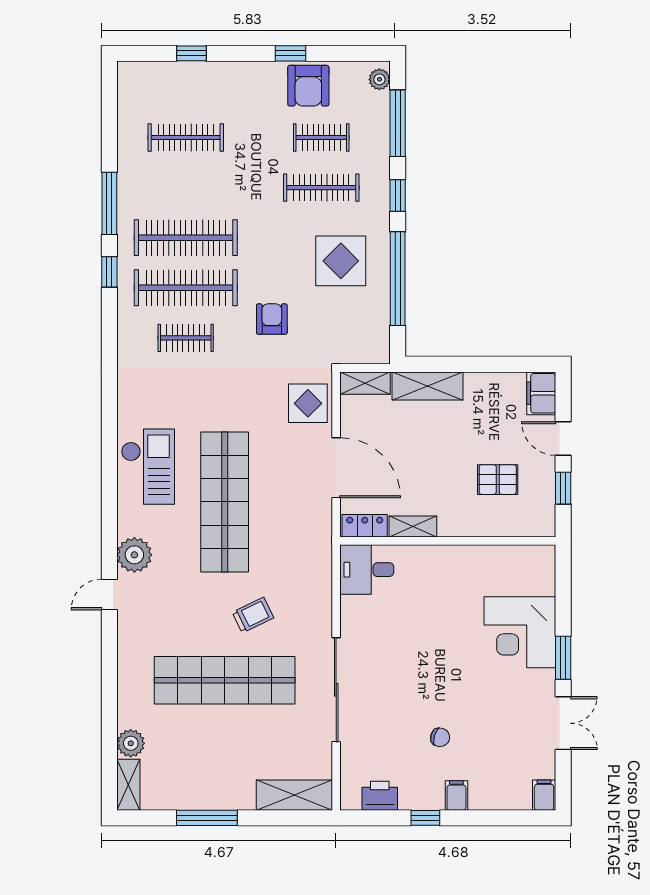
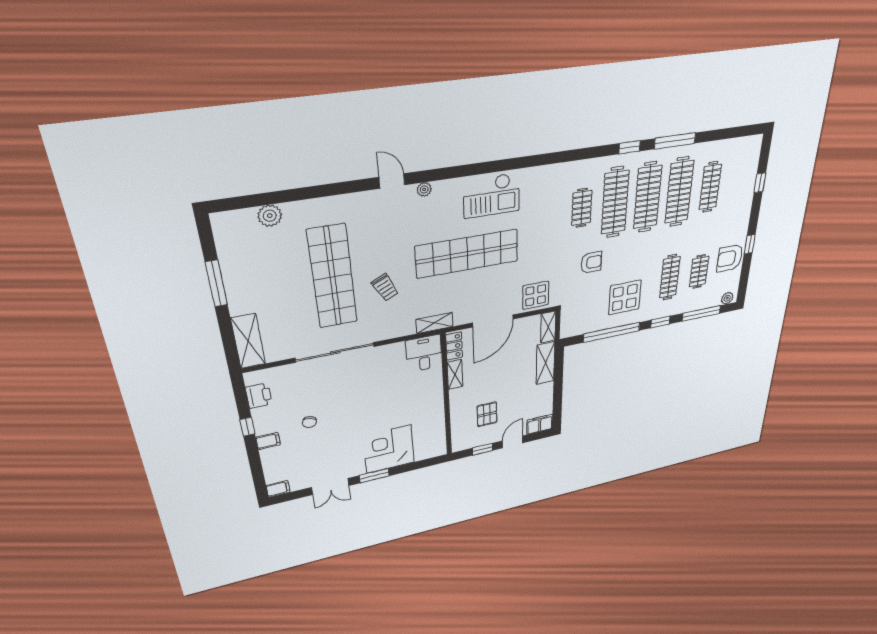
clothes rail: (186, 188) -> (679, 192), added
plant: (134, 555) -> (424, 189), width x0.53, depth x0.53
shelving: (128, 785) -> (435, 323), moved

